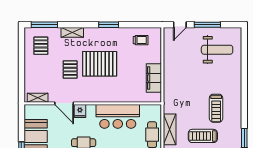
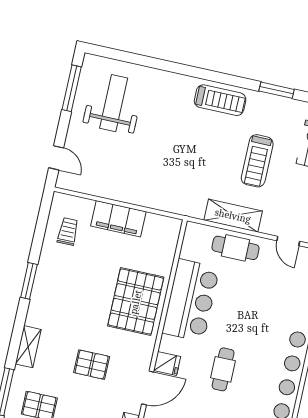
window: (207, 25) -> (72, 88), moved
pallet: (100, 64) -> (136, 302), moved
filing cabinet: (154, 78) -> (118, 219), moved
treadmill: (216, 108) -> (220, 100), moved

